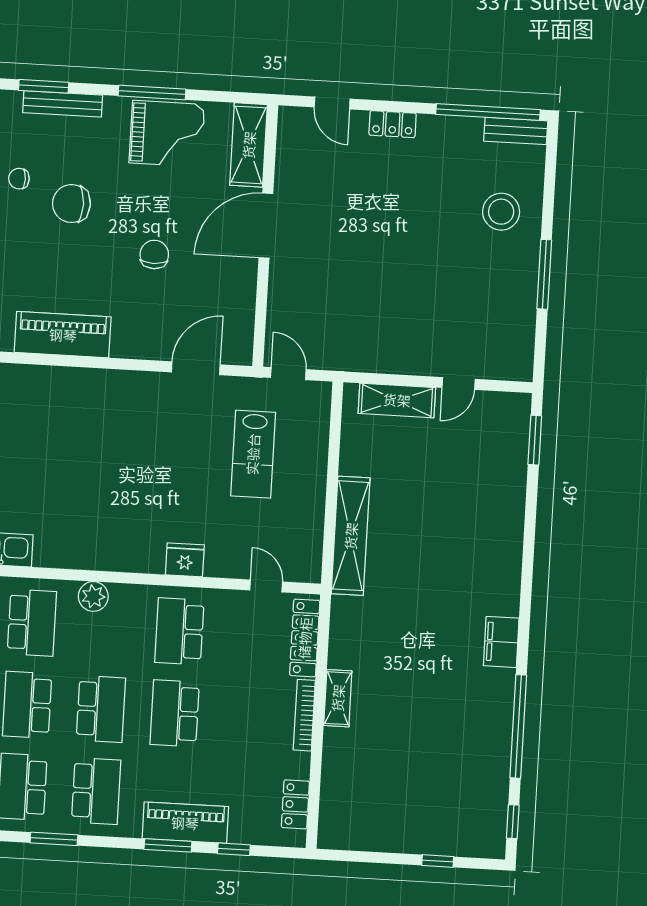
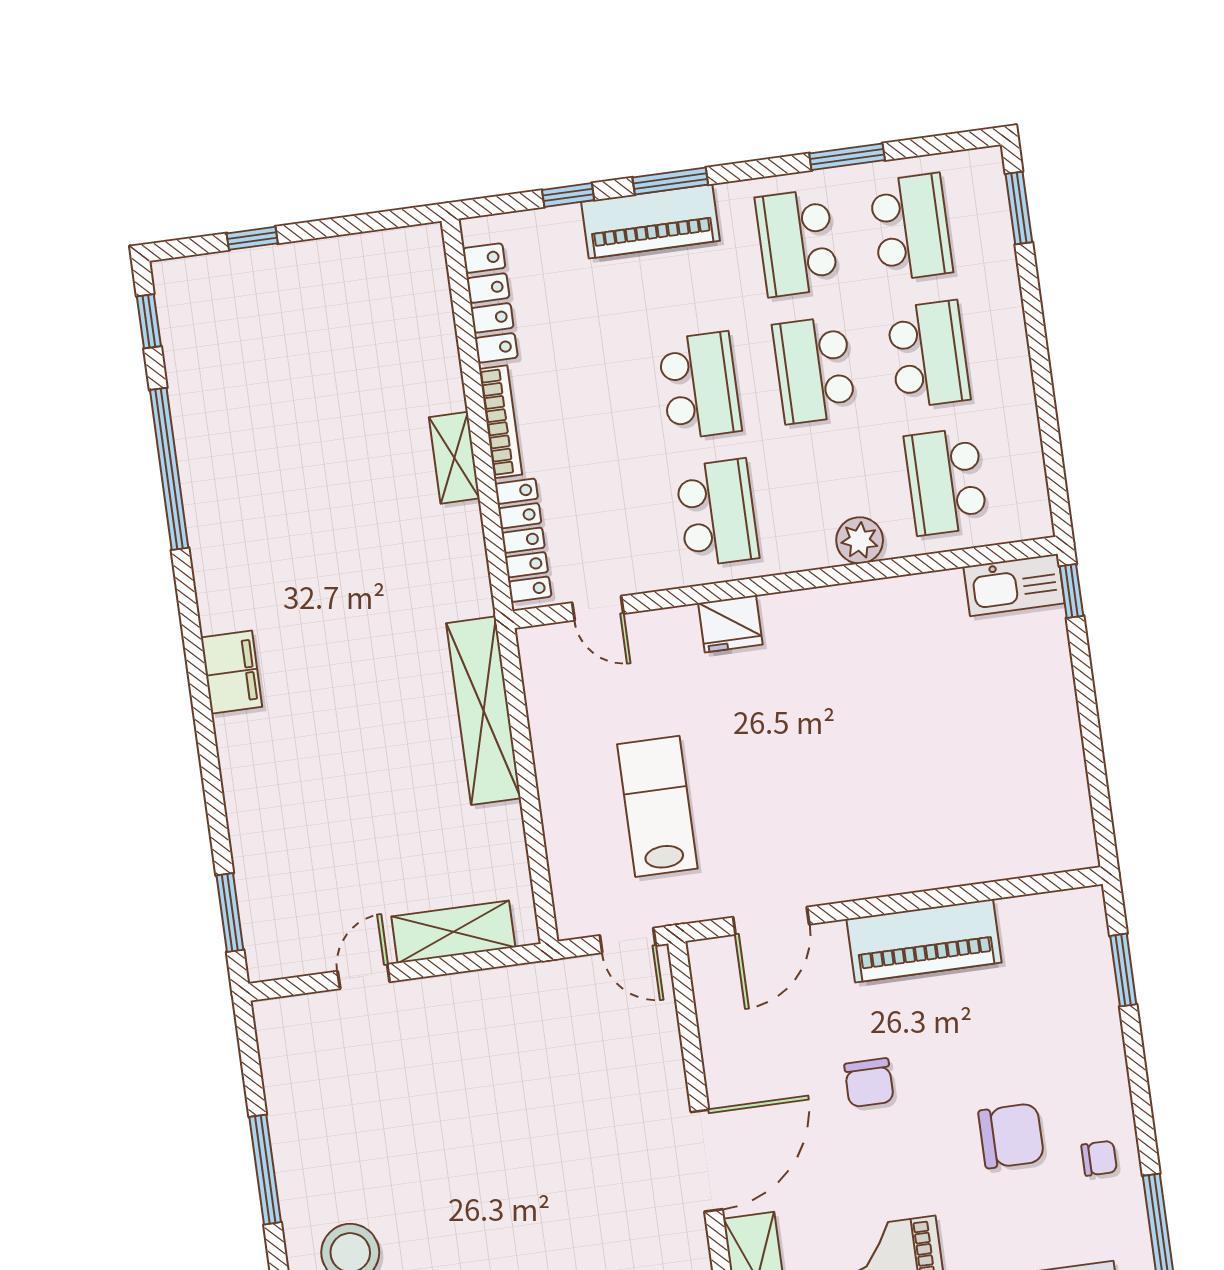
piano: (63, 335) -> (924, 941), moved
filing cabinet: (501, 642) -> (231, 672), moved
locker: (295, 804) -> (490, 303), width x1.53

